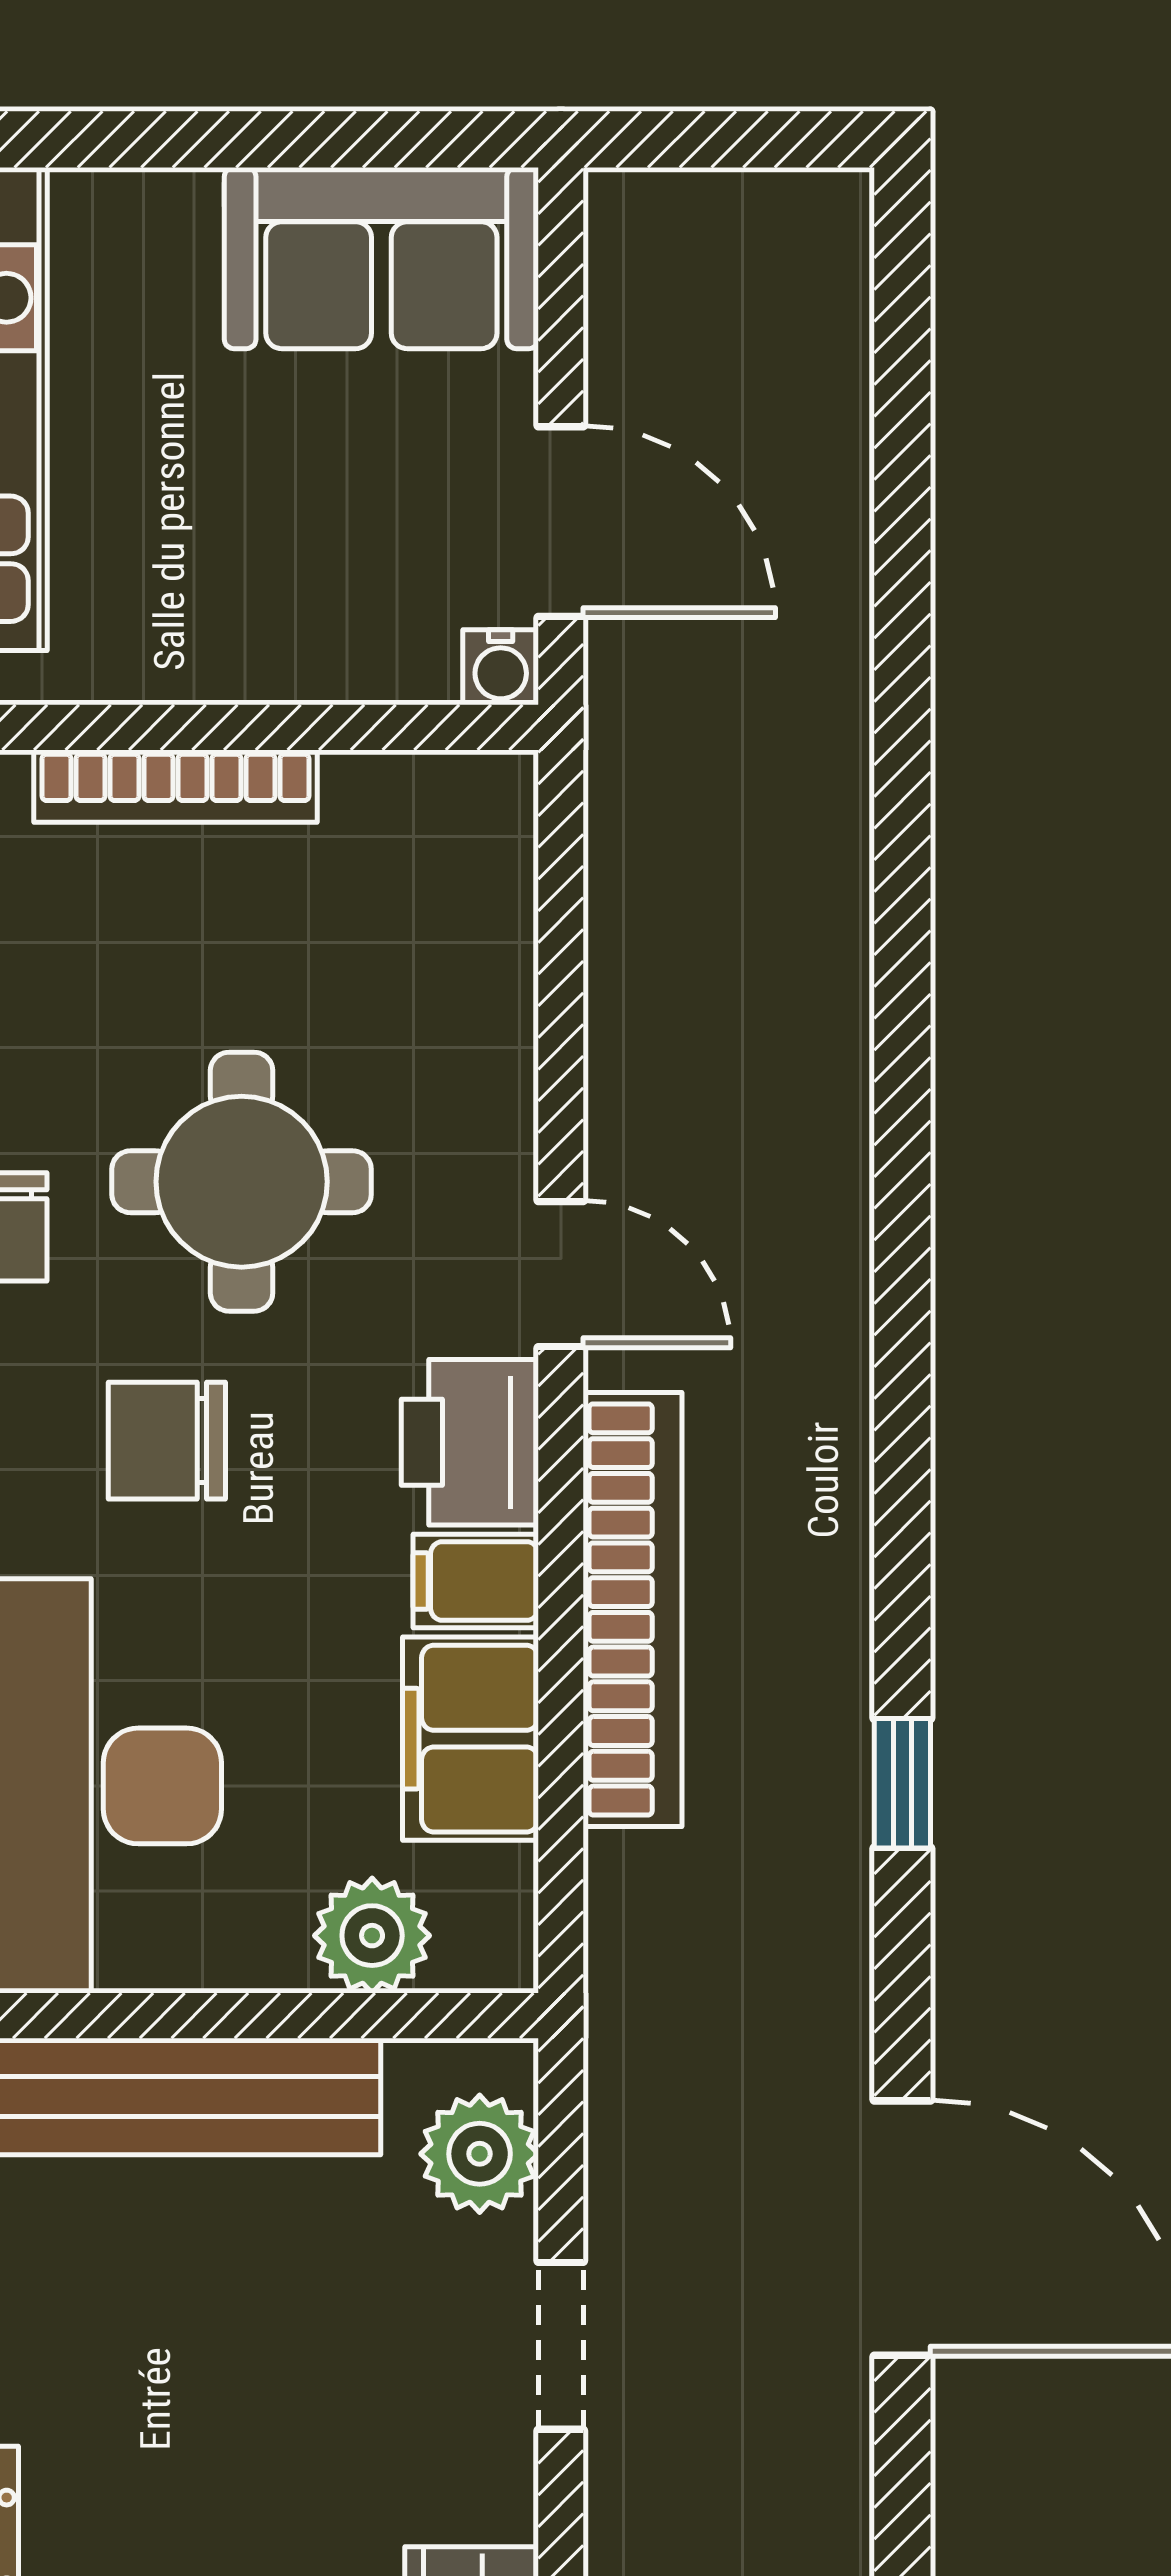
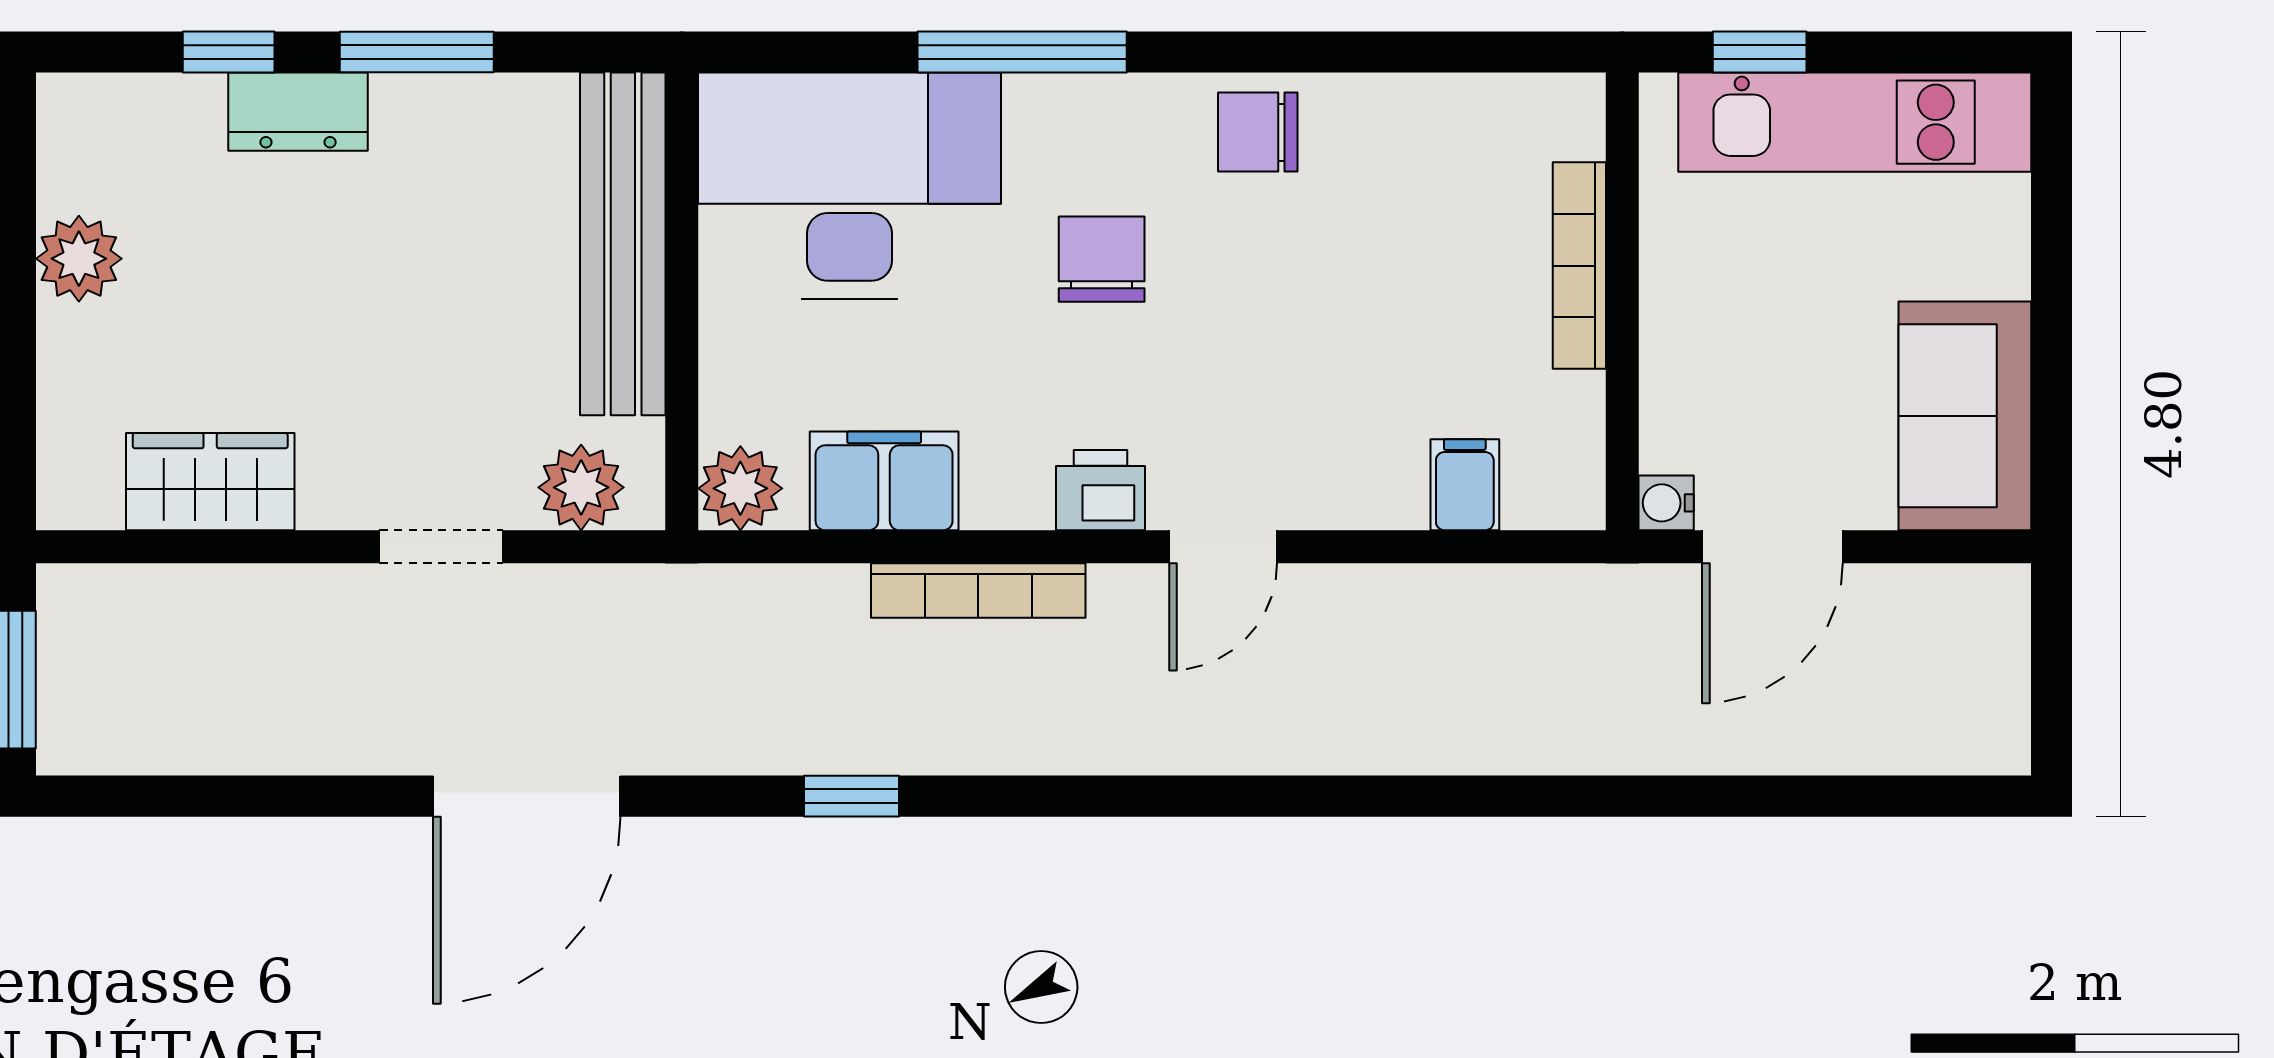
round table: (242, 1182) -> (1291, 314), removed
printer: (470, 1442) -> (1100, 490), width x0.73, depth x0.81
filing cabinet: (476, 1581) -> (1465, 485), moved
bookcase: (632, 1609) -> (978, 591), width x0.68, depth x0.76
plant: (372, 1936) -> (740, 488), moved

